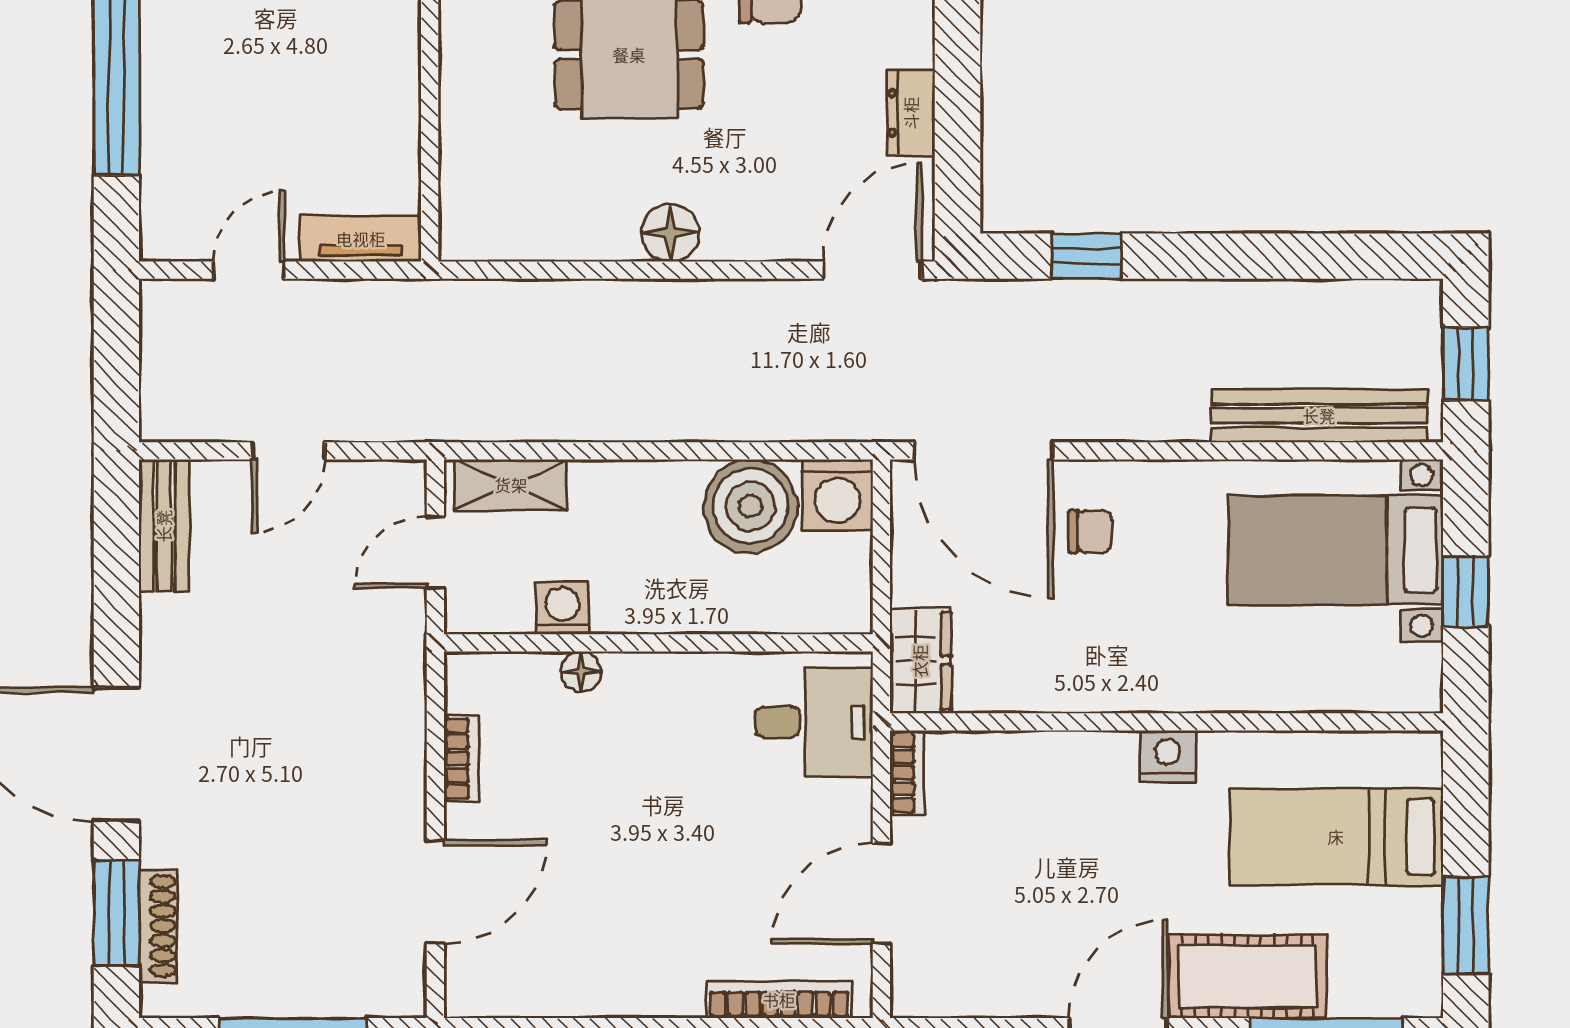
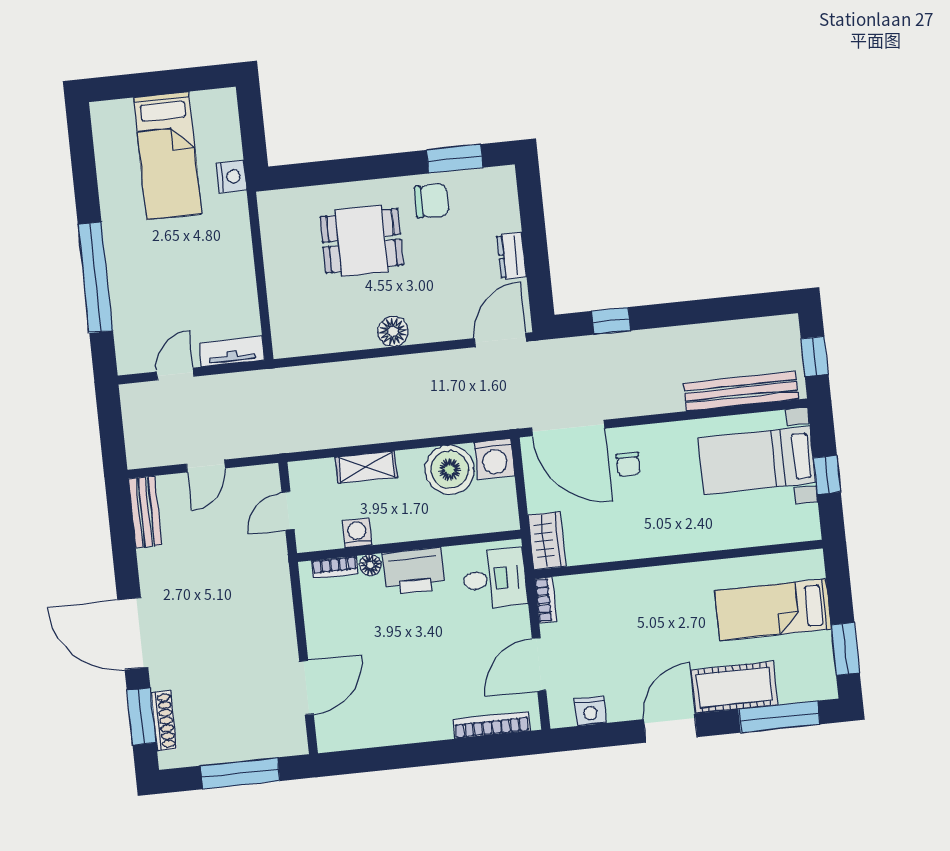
shelving: (511, 485) -> (366, 467), moved
chair: (1090, 532) -> (628, 464), turned 90
printer: (662, 692) -> (414, 571), added
nightstand: (1168, 756) -> (590, 711), moved, turned 180
bookcase: (461, 758) -> (335, 567), moved, turned 90

